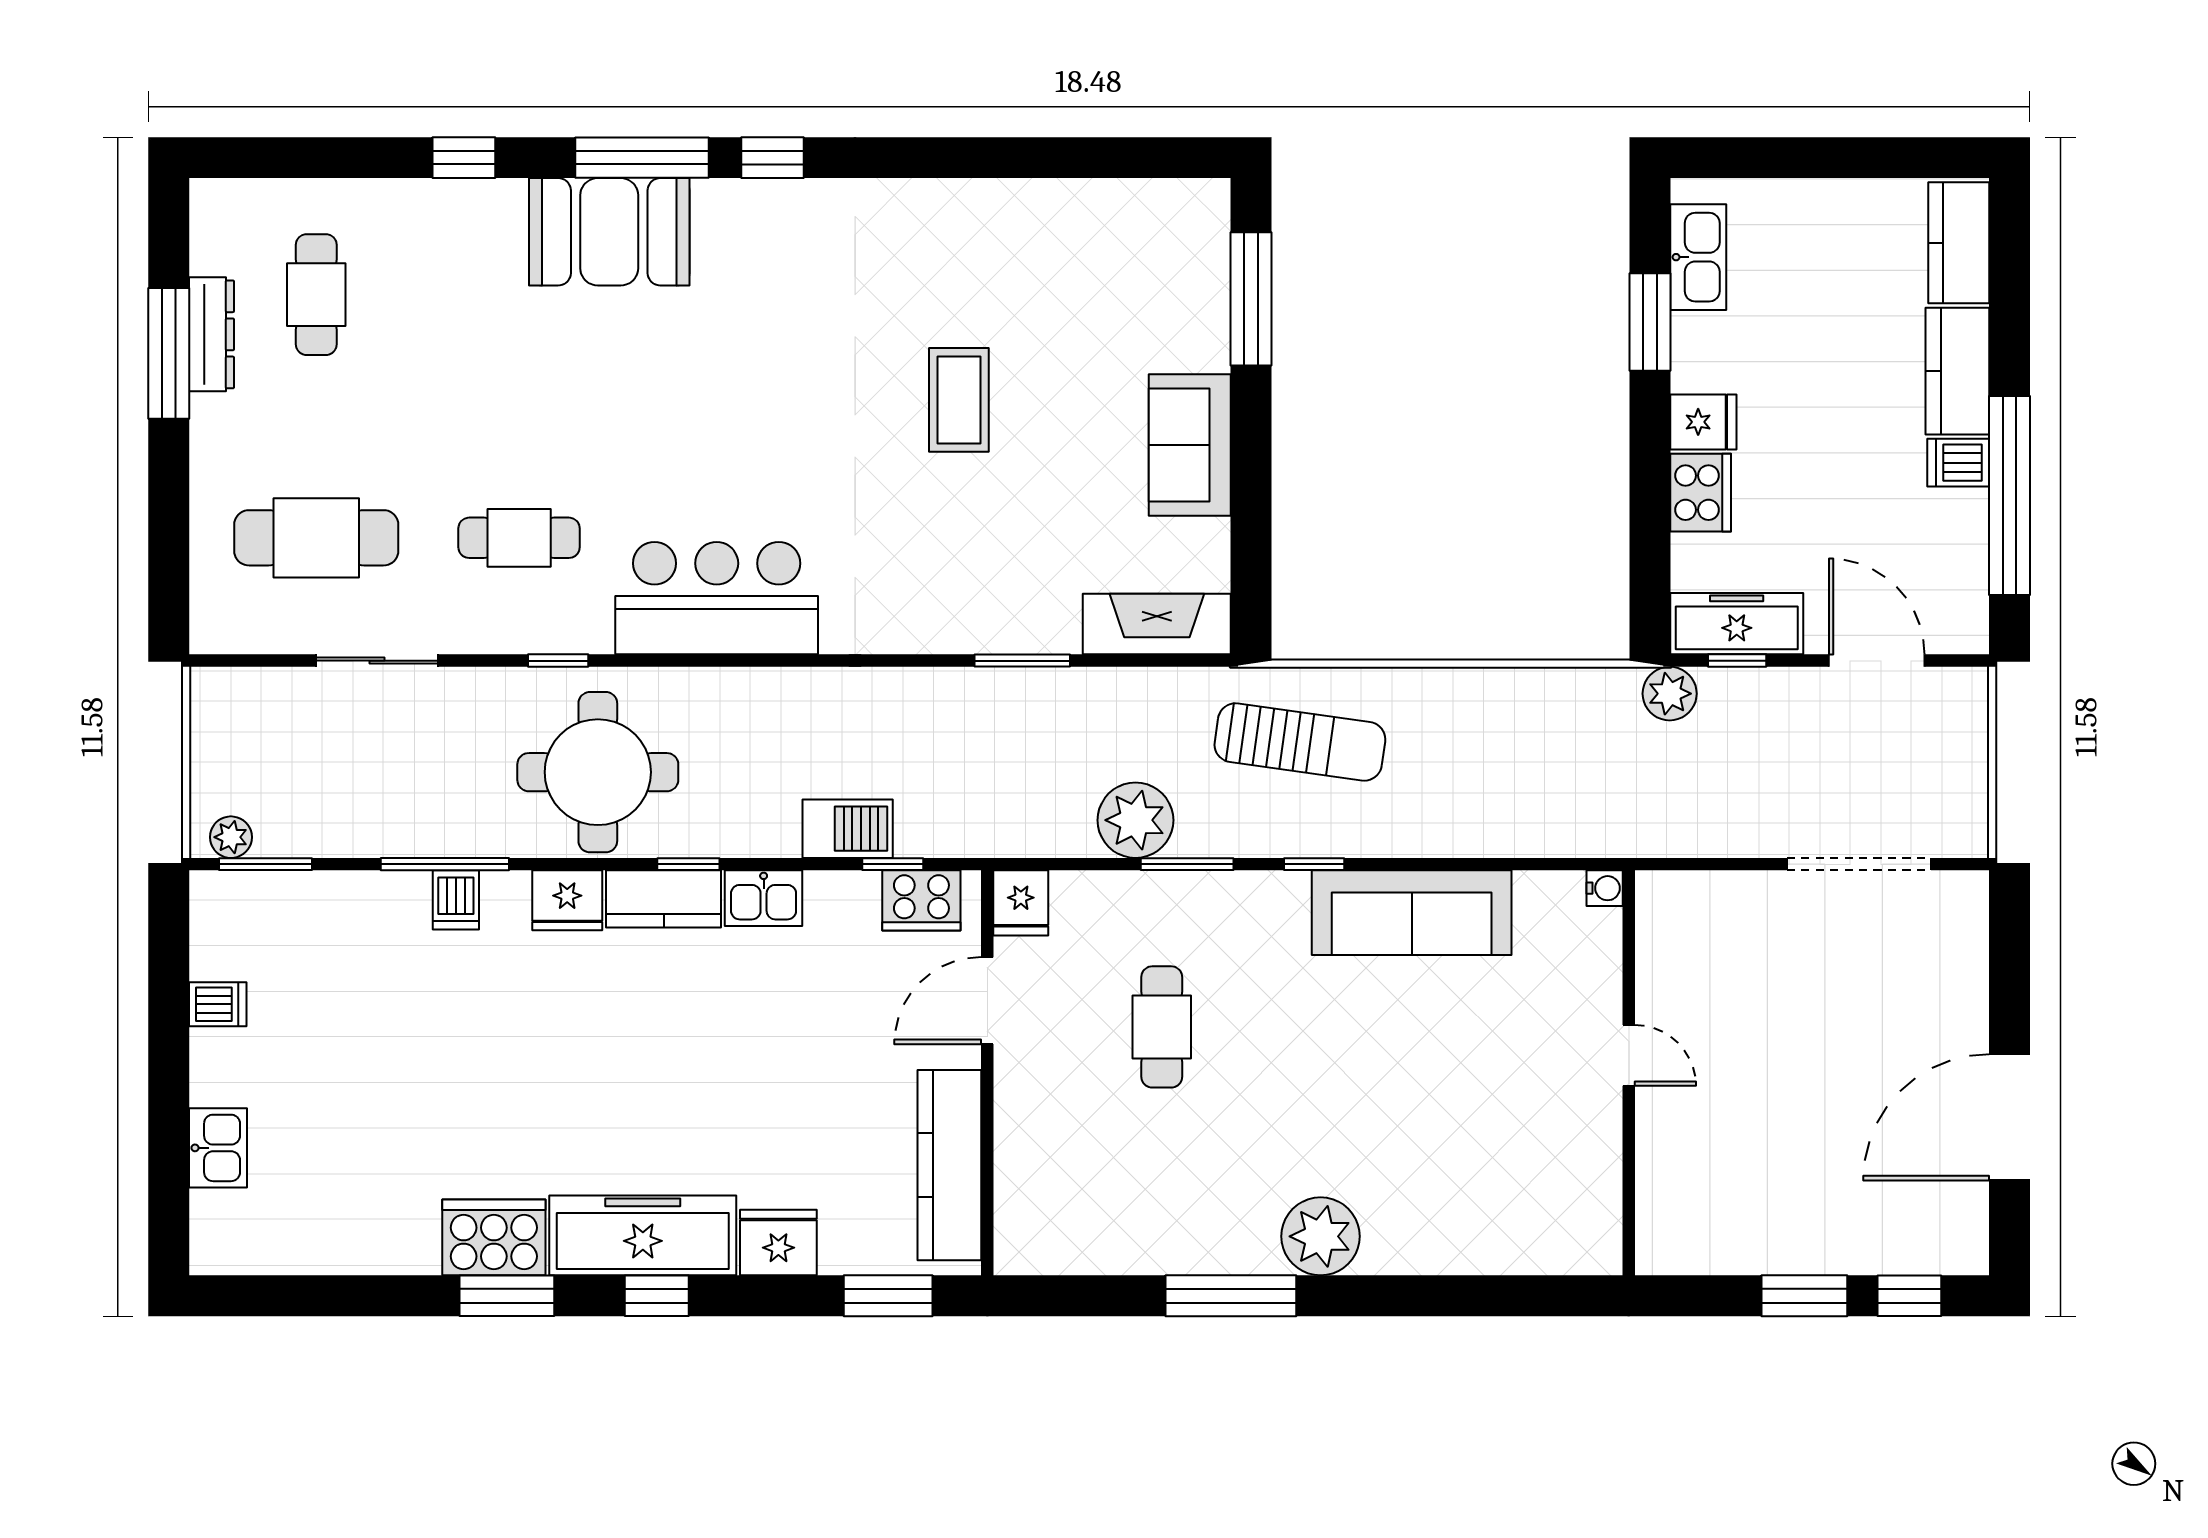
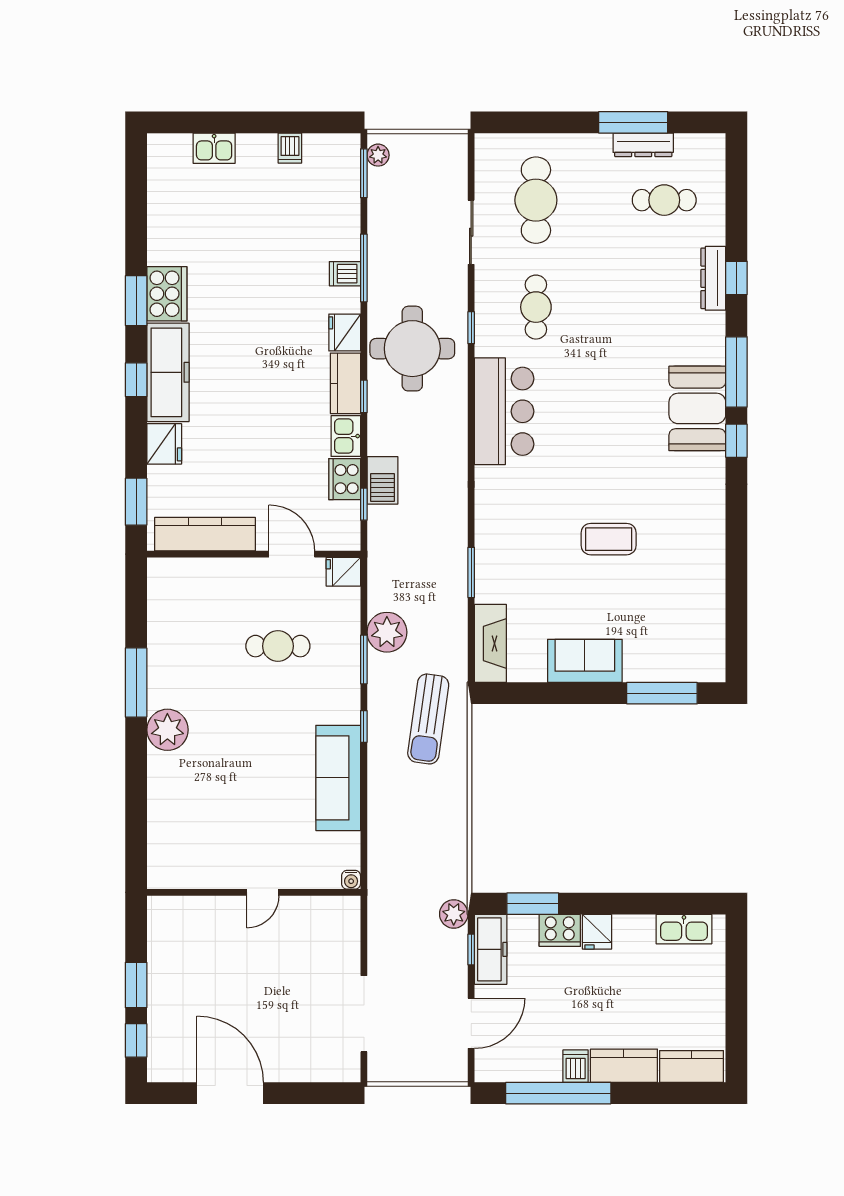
dresser: (465, 202) -> (713, 278), added
booth: (609, 232) -> (697, 408), moved
window: (1650, 322) -> (533, 904), moved
cooker: (921, 900) -> (345, 479), moved

